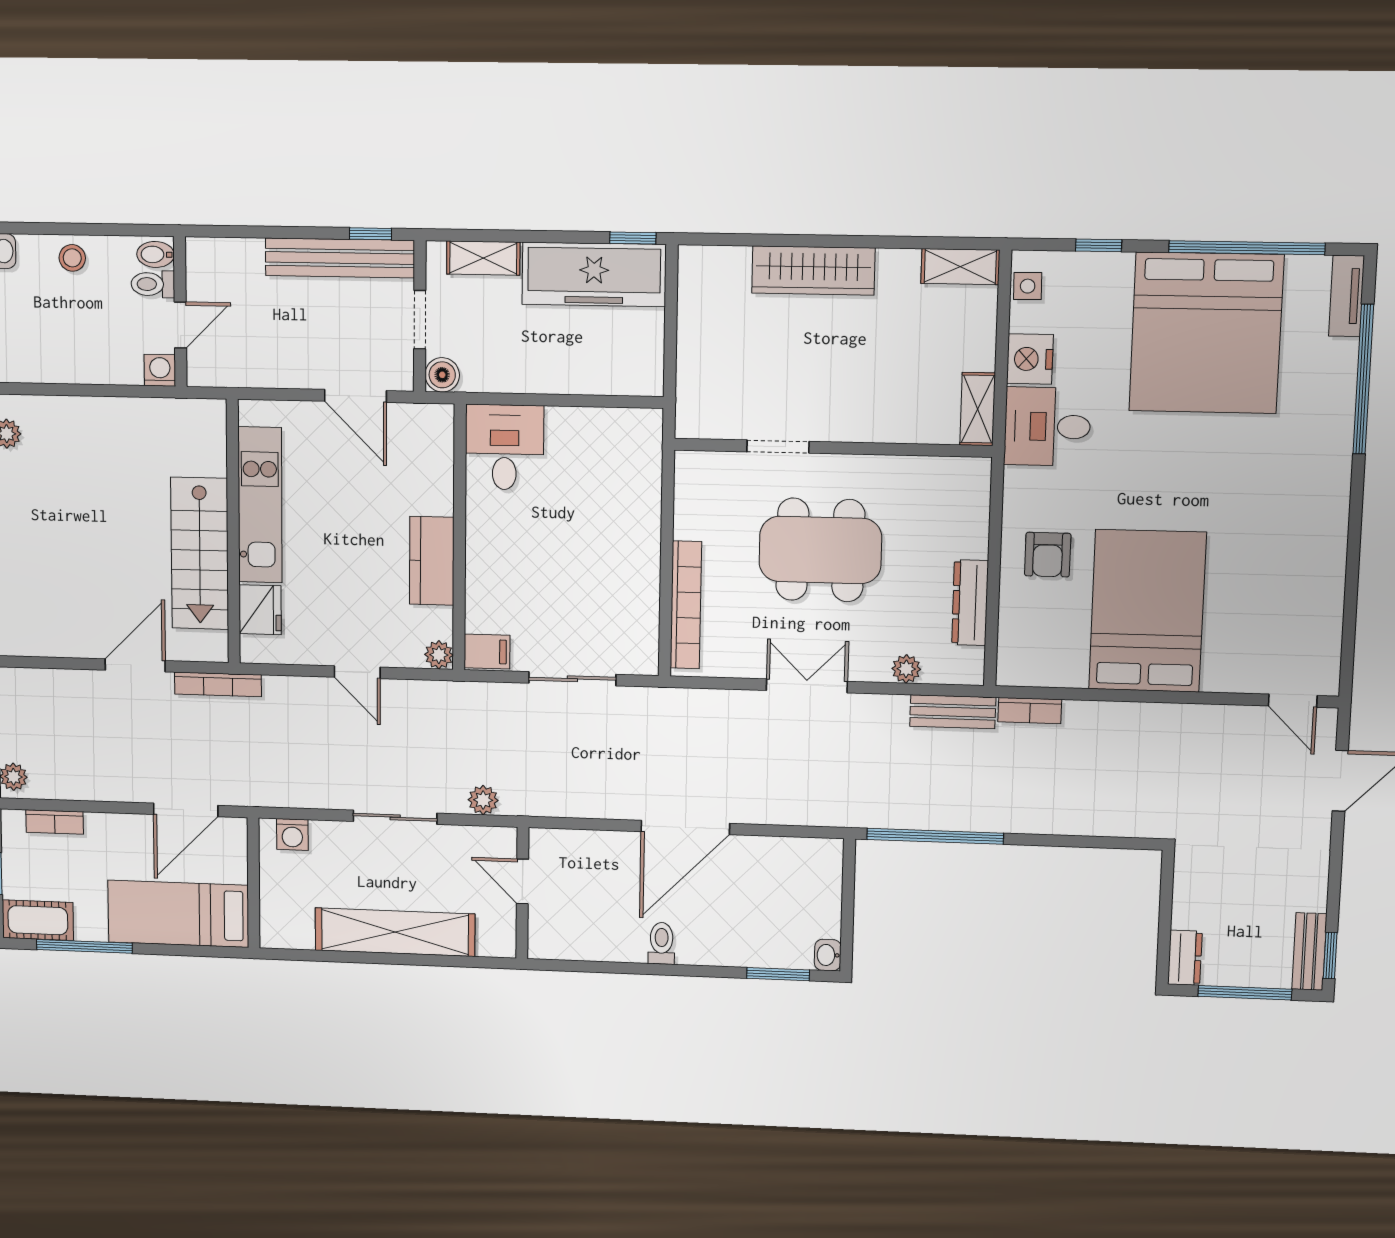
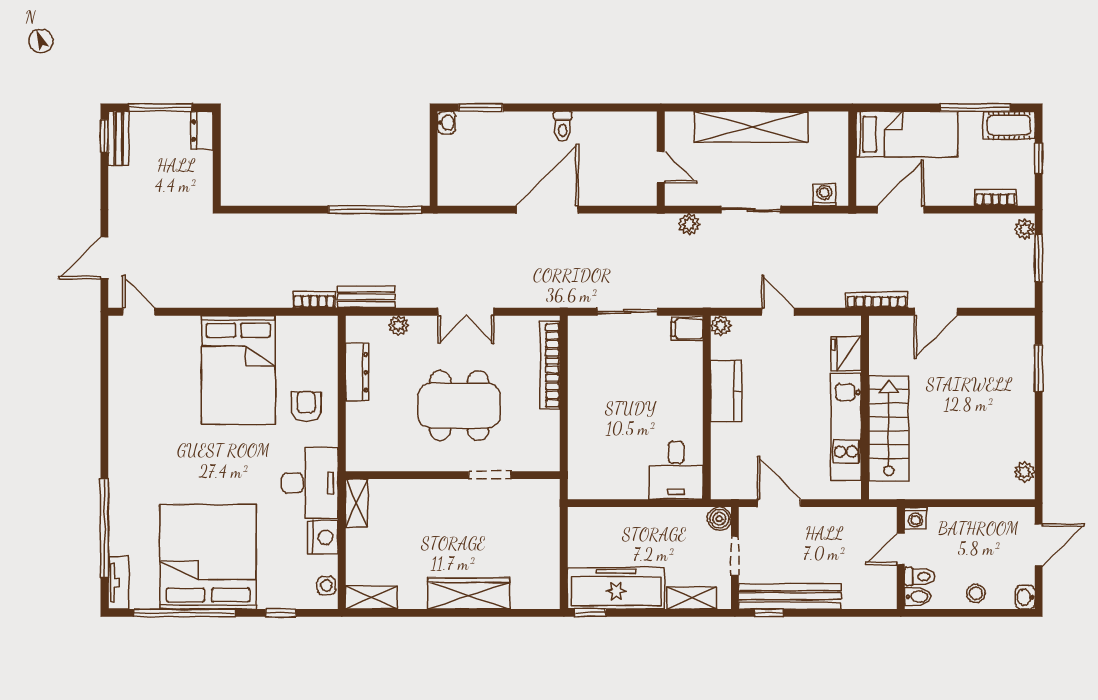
desk: (1047, 427) -> (310, 483), width x1.37
stairs: (200, 553) -> (889, 429), moved

